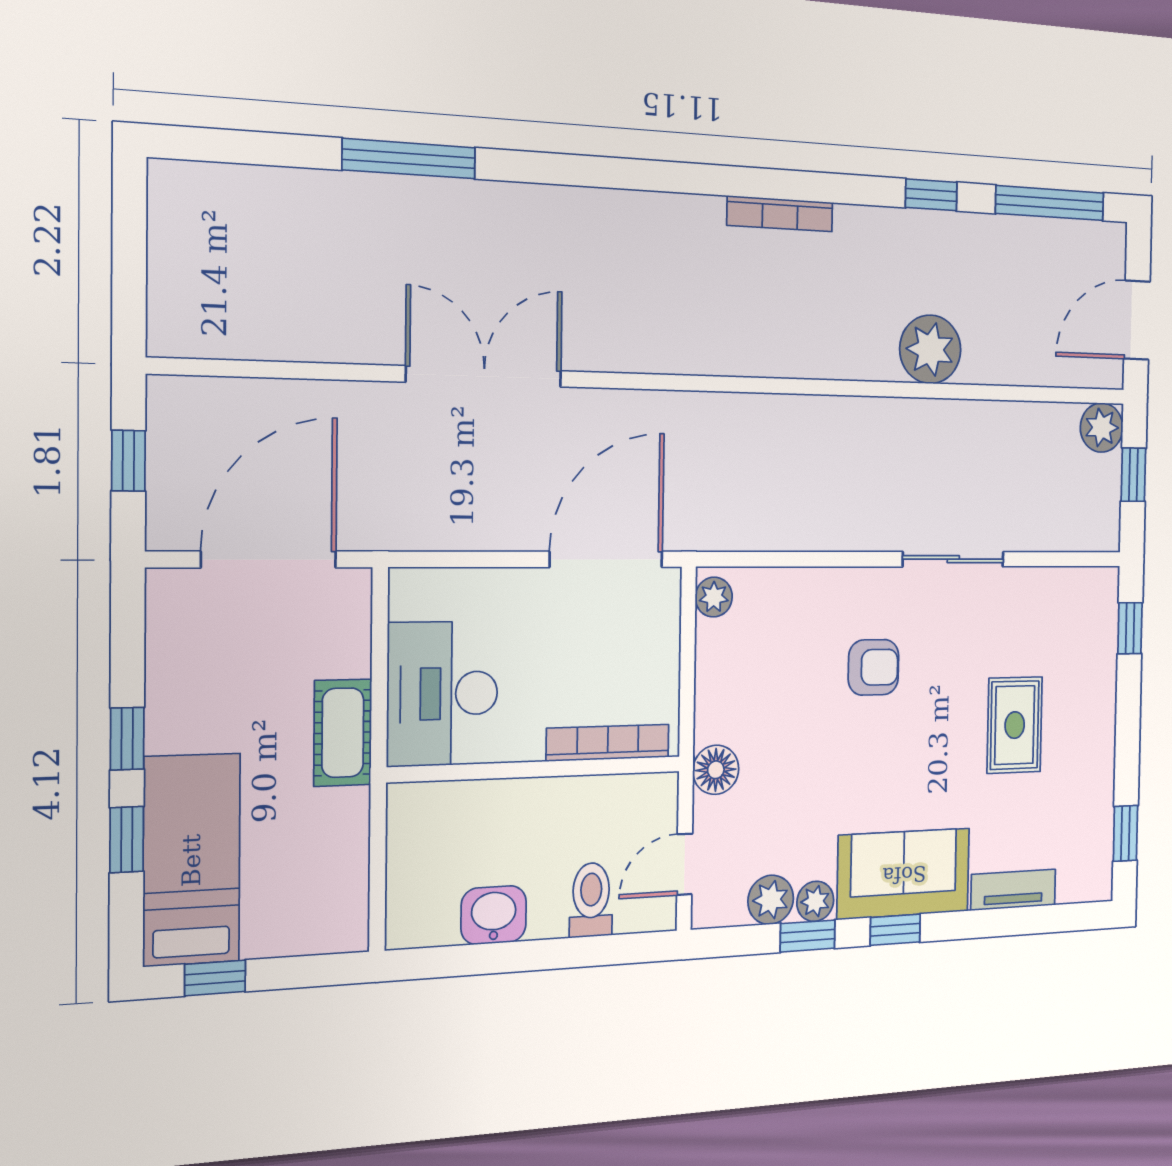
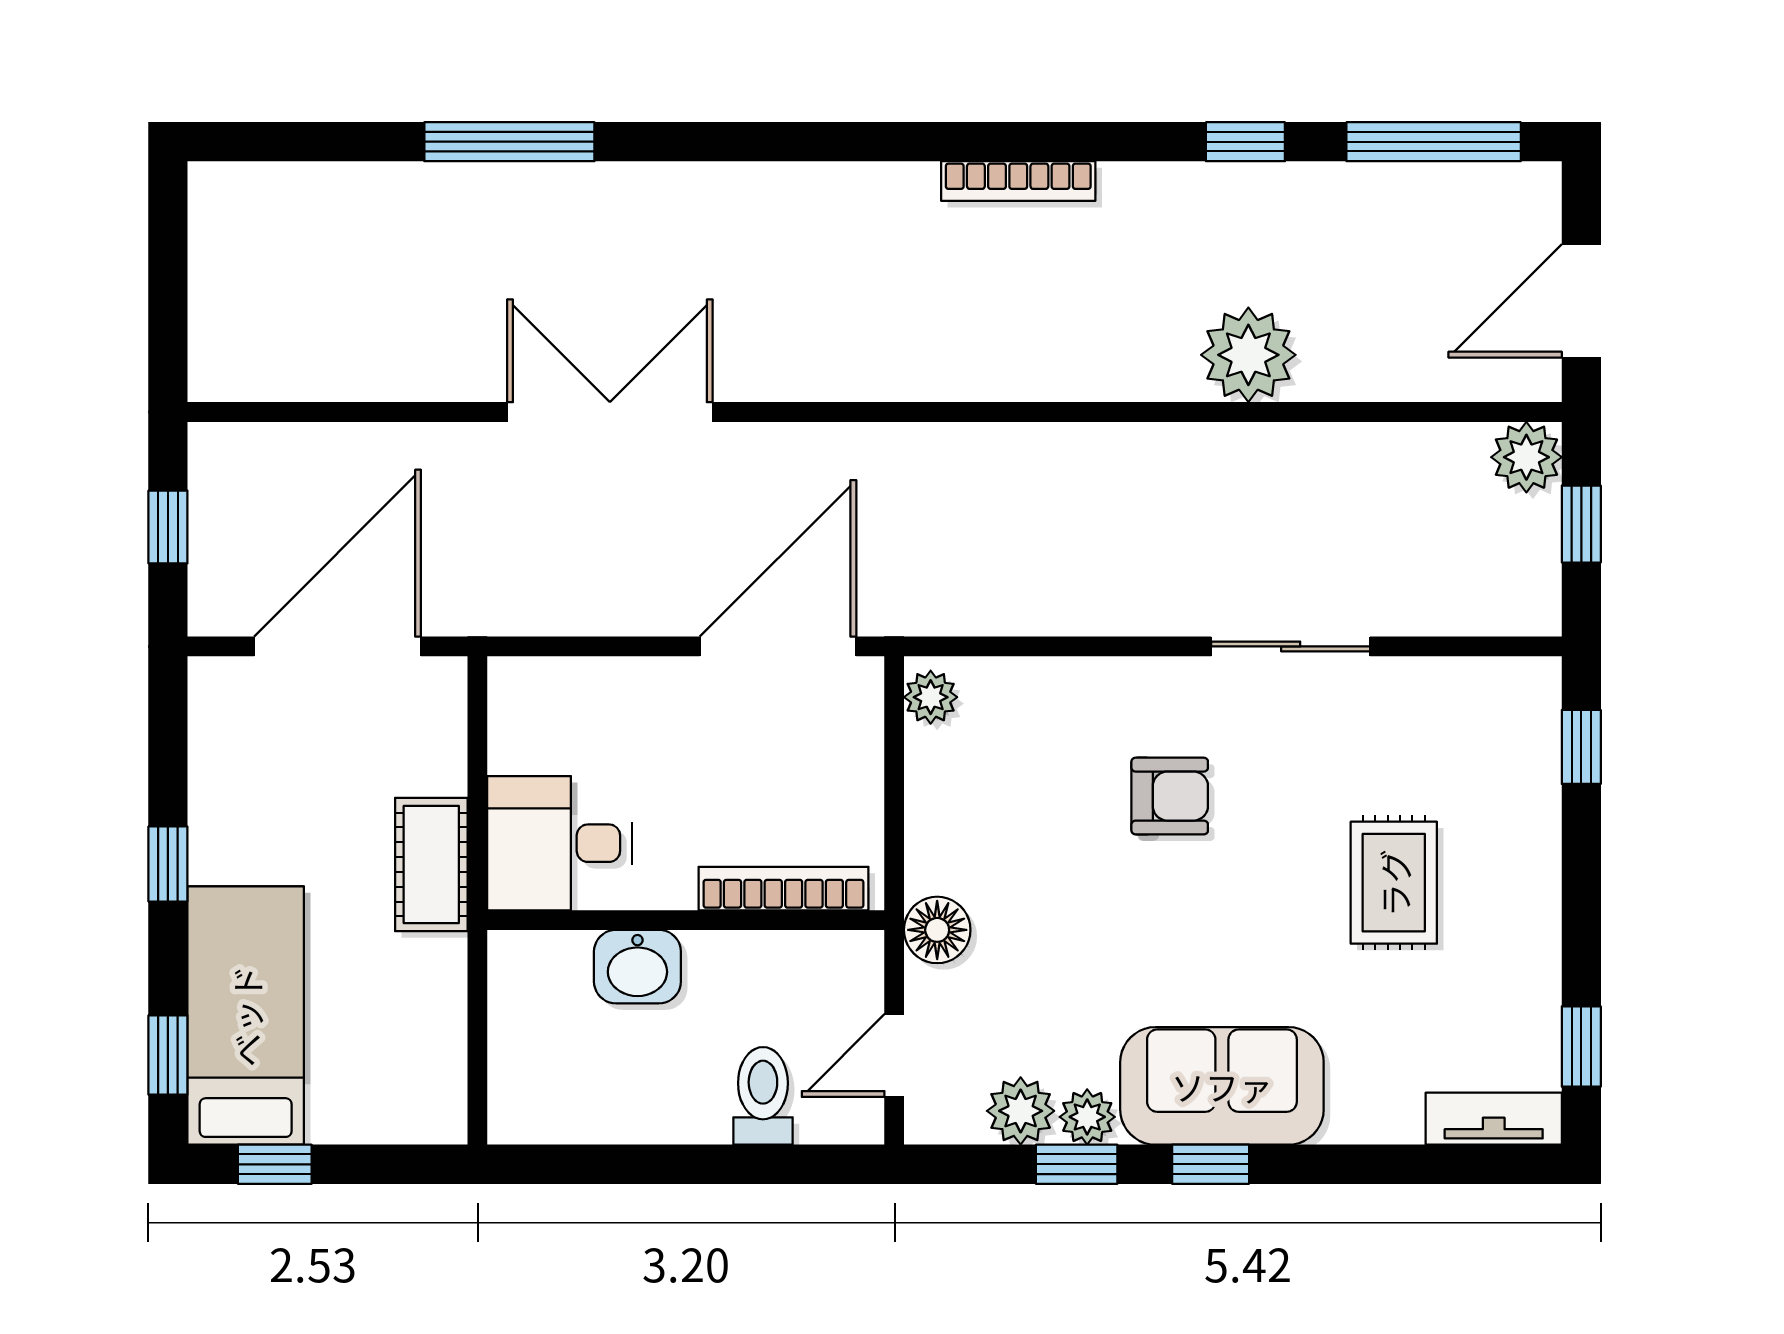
desk: (443, 694) -> (559, 843), width x0.73
window: (127, 840) -> (168, 1055), moved
tv unit: (1013, 890) -> (1494, 1119), moved
washbasin: (494, 915) -> (637, 967), moved, turned 180

